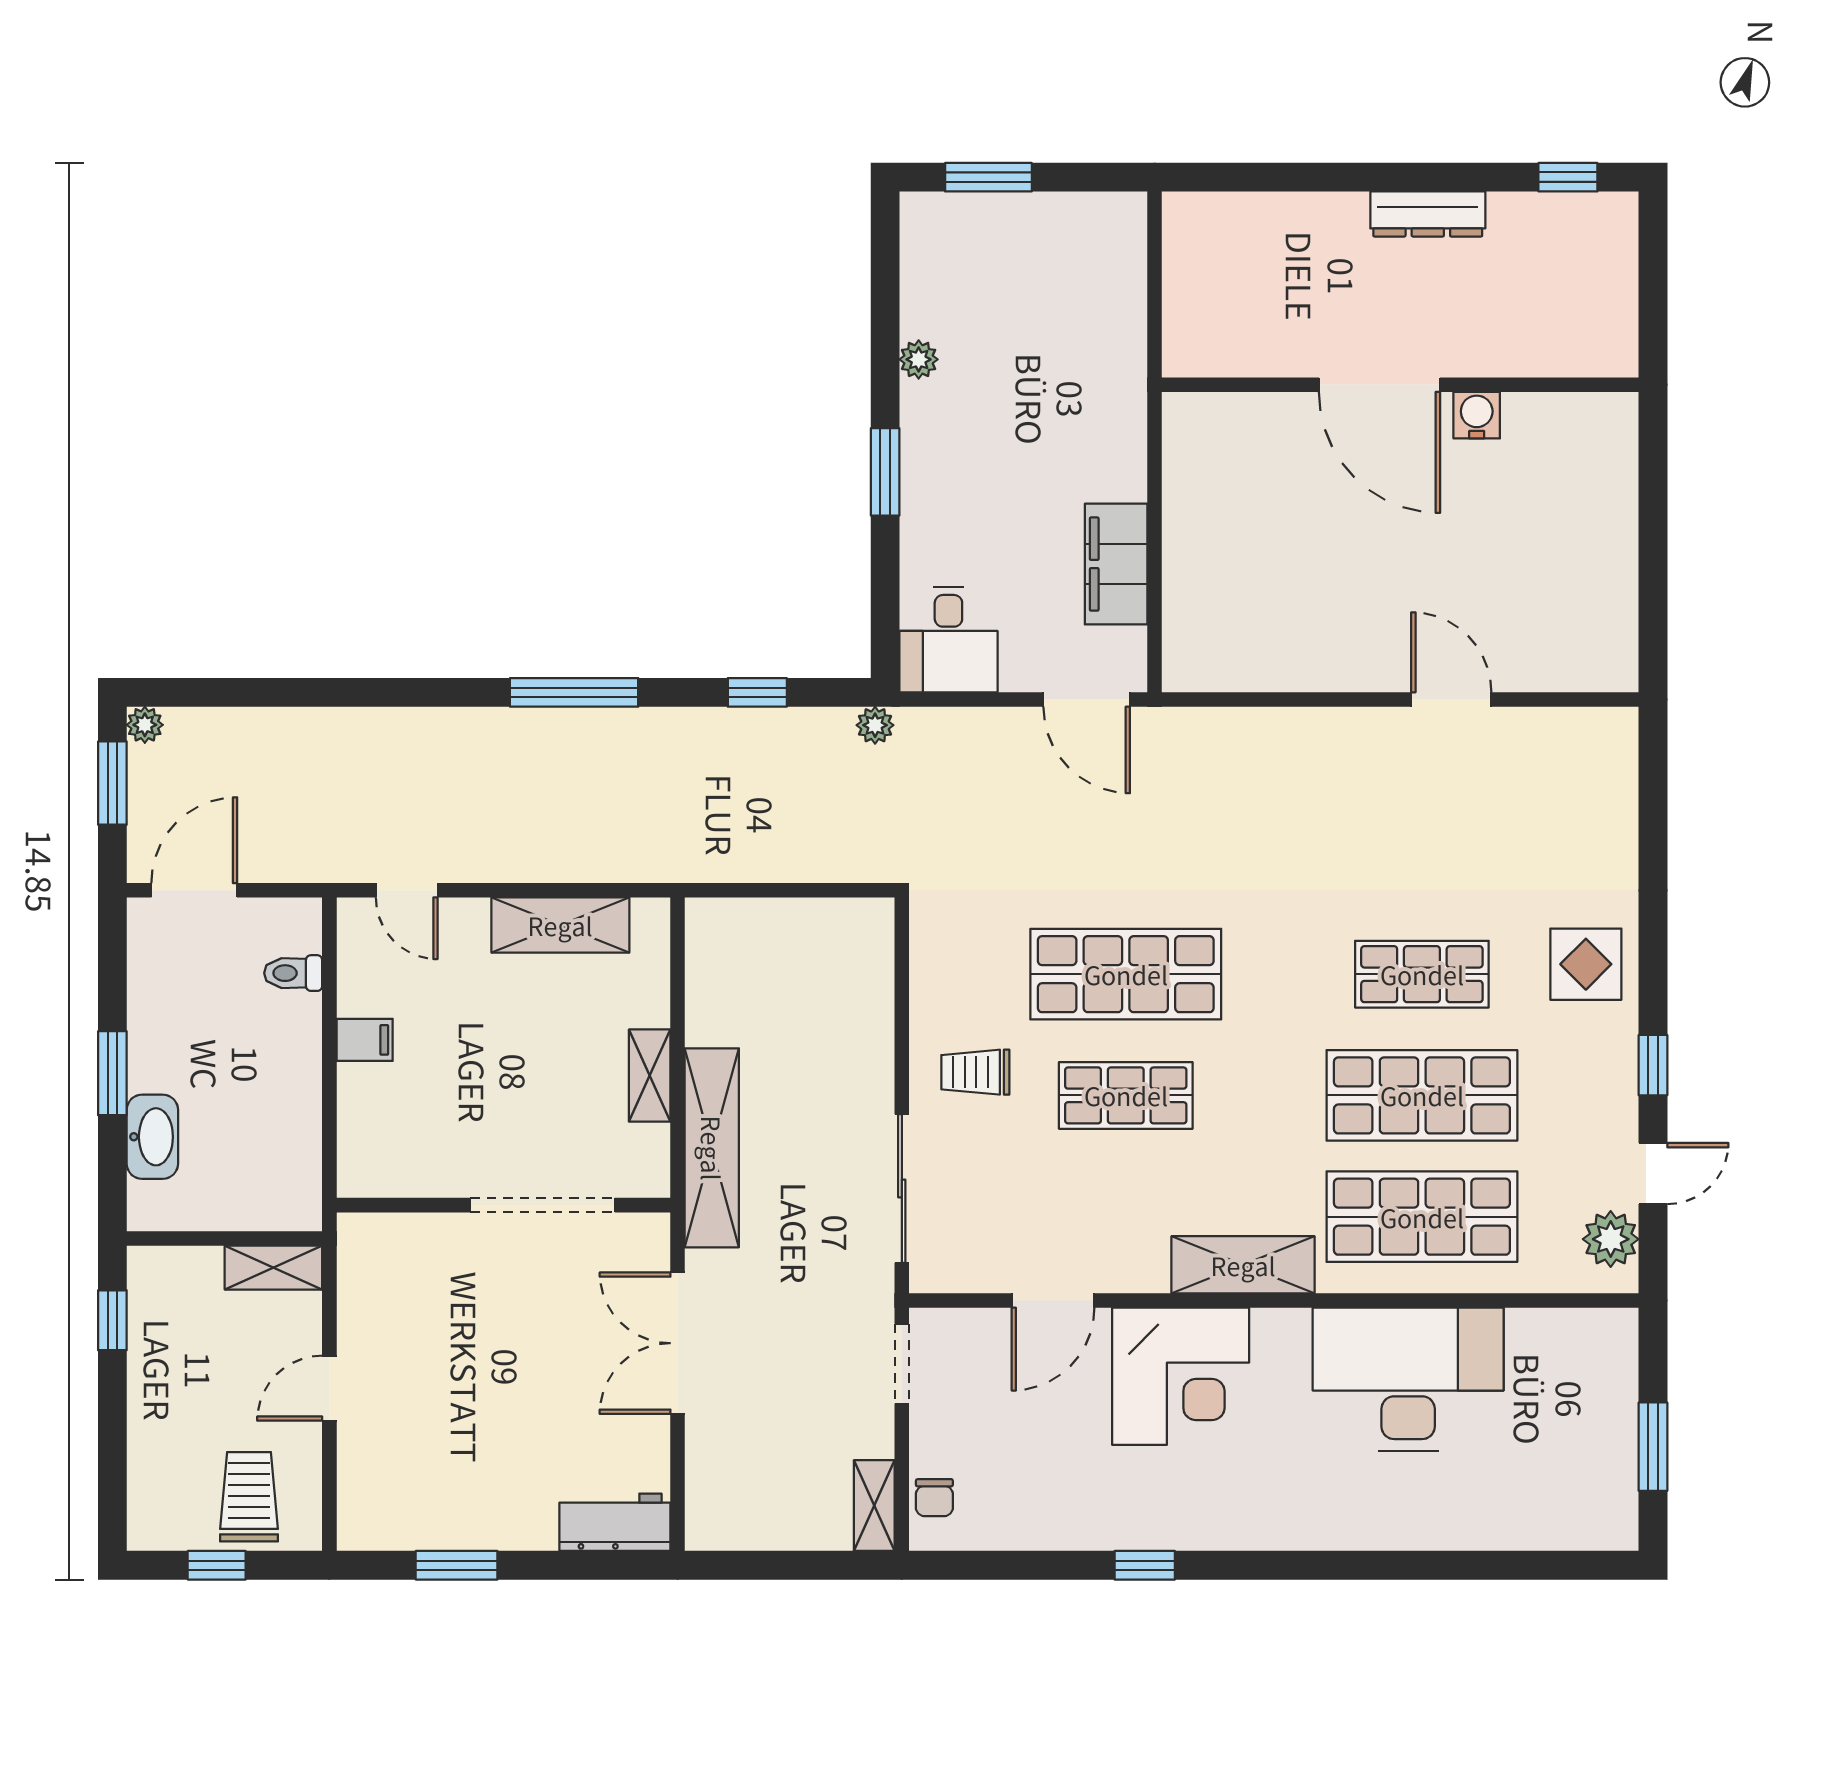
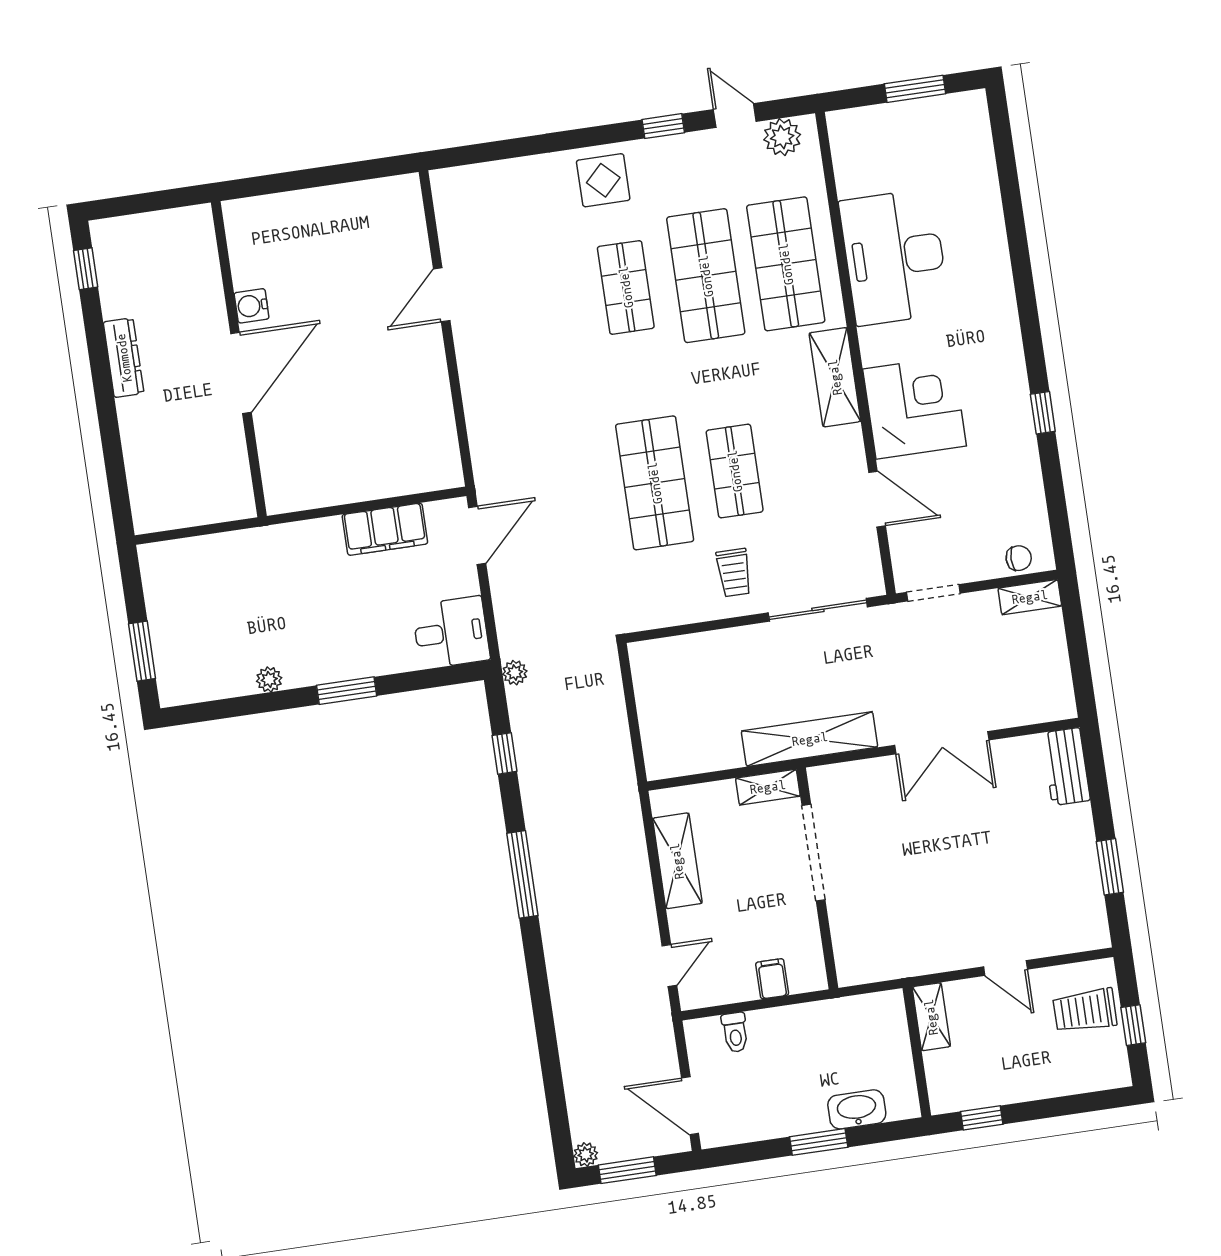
wall: (503, 1205) -> (817, 878), moved
doorway: (543, 1205) -> (813, 853), moved

